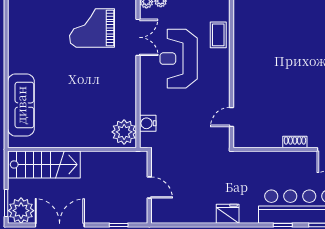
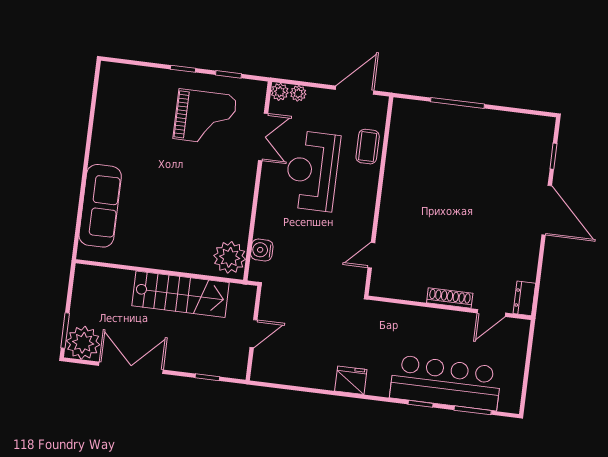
grand piano: (92, 28) -> (205, 117), turned 180
shoe rack: (295, 142) -> (450, 298), width x1.43
stairs: (44, 164) -> (181, 294), moved
door: (149, 188) -> (253, 334), hinge flipped

